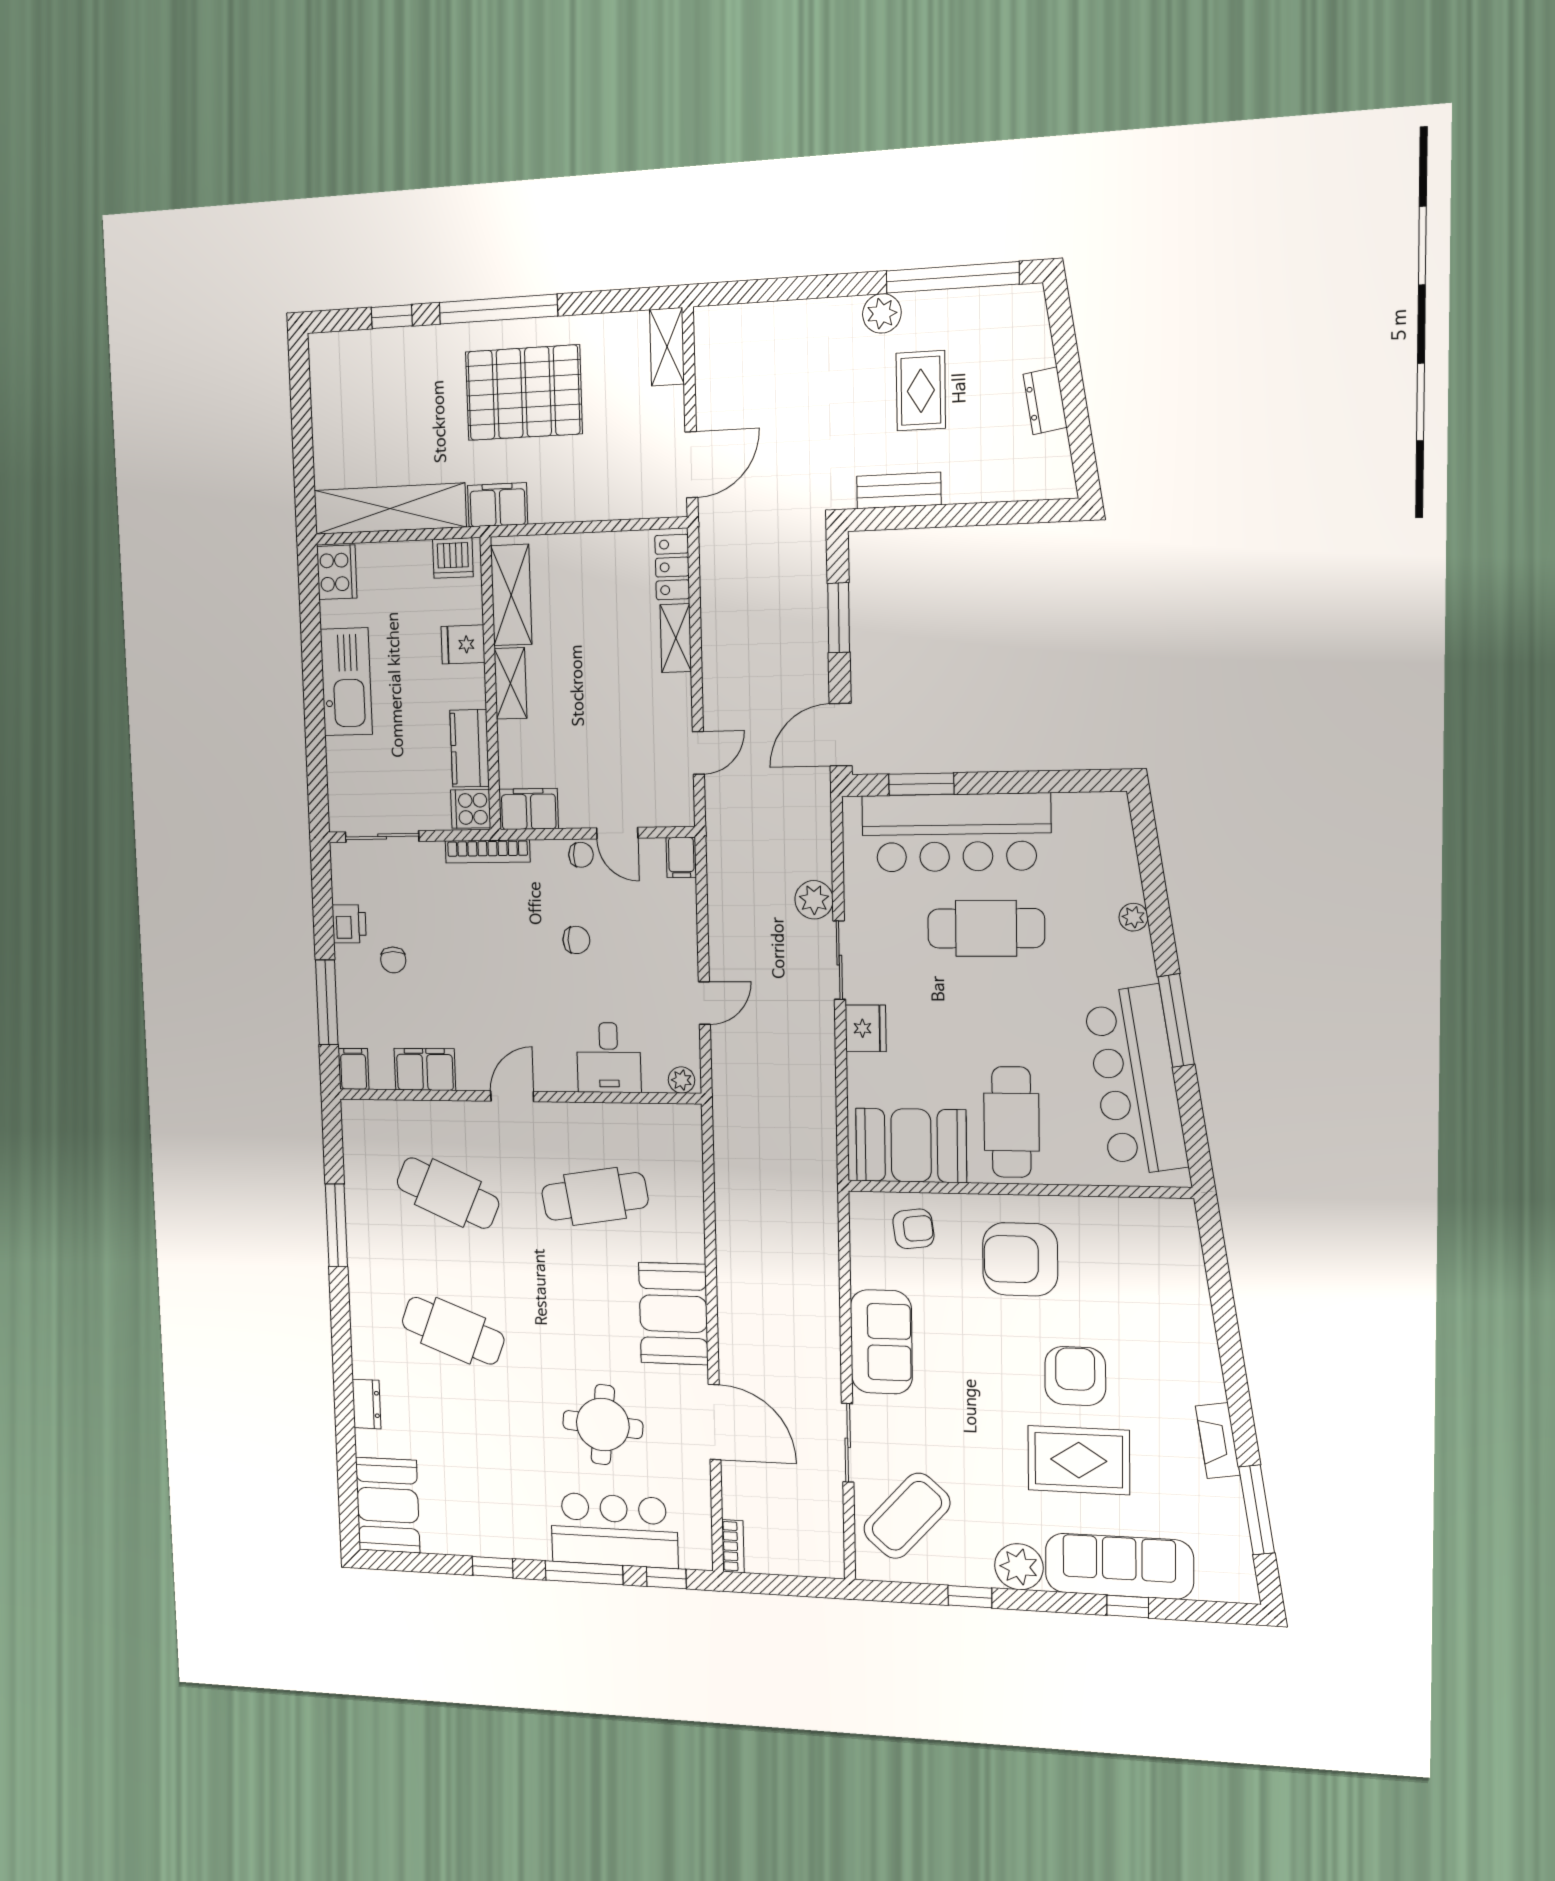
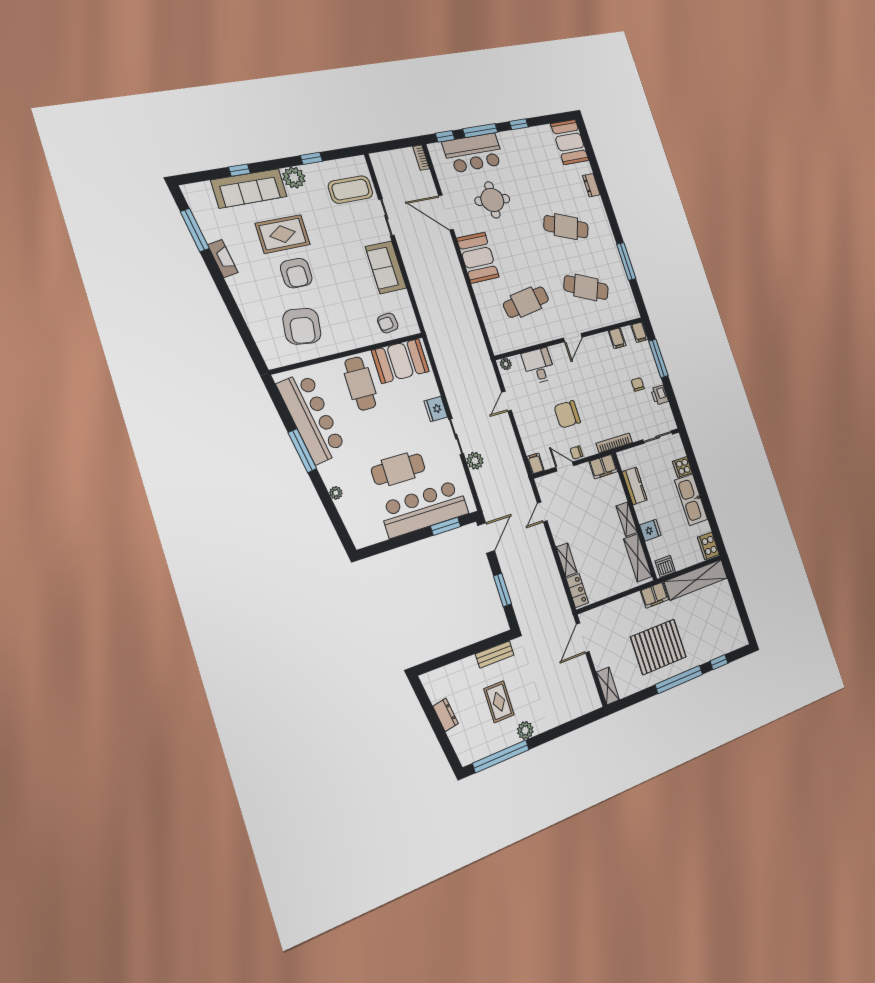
cooker: (471, 809) -> (682, 467), moved, turned 180
chair: (576, 940) -> (567, 414), width x1.87, depth x1.87
filing cabinet: (425, 1069) -> (617, 338), width x0.50
armchair: (1020, 1259) -> (302, 326), moved, turned 98
coffee table: (907, 1516) -> (351, 190), turned 48

